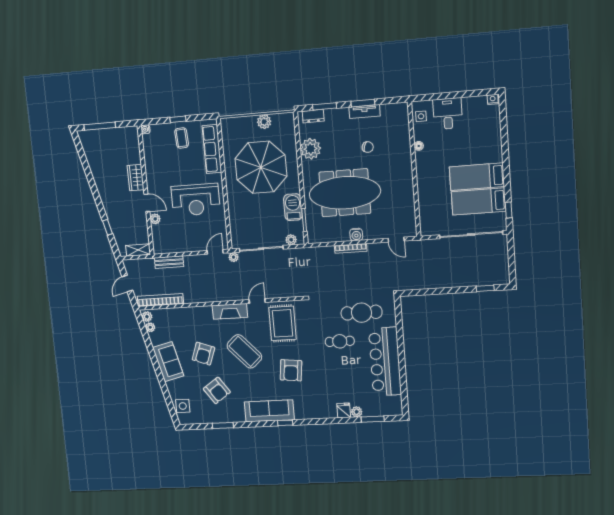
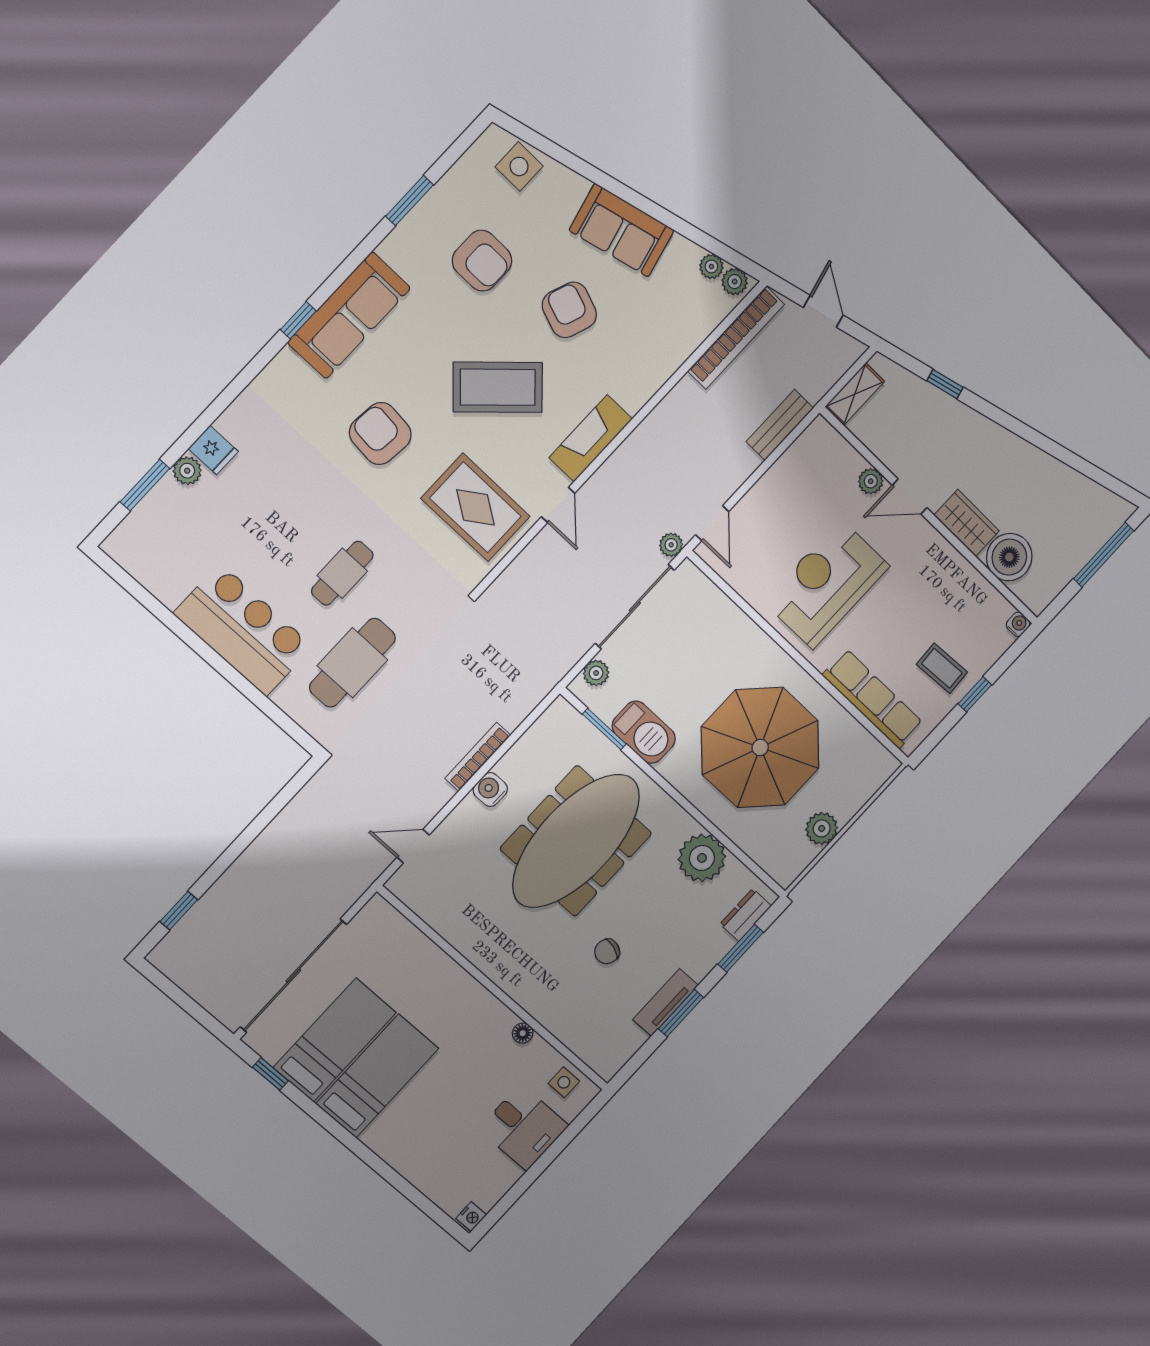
boiler: (131, 154) -> (1009, 557), added
bar counter: (385, 362) -> (243, 630), width x0.73
armchair: (217, 390) -> (482, 261), turned -145

